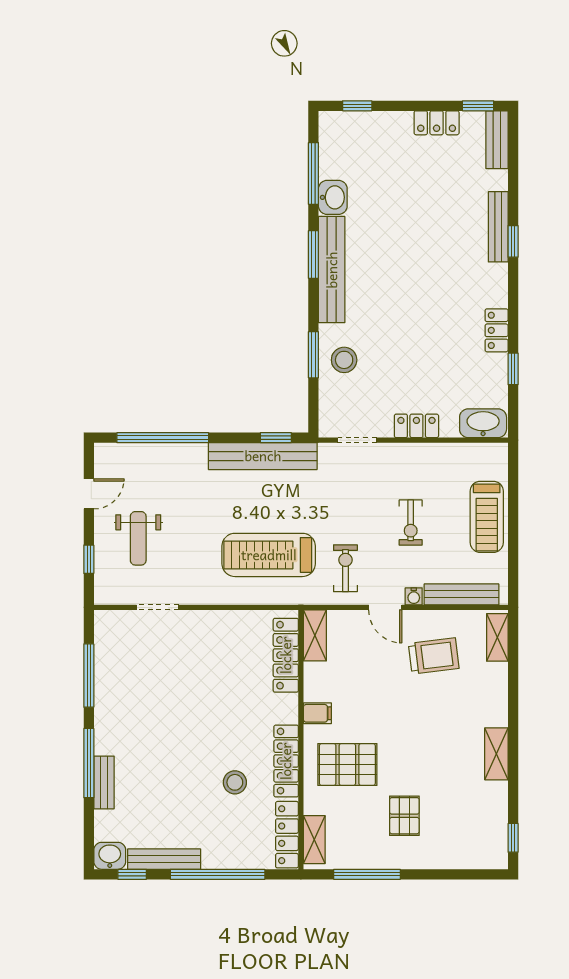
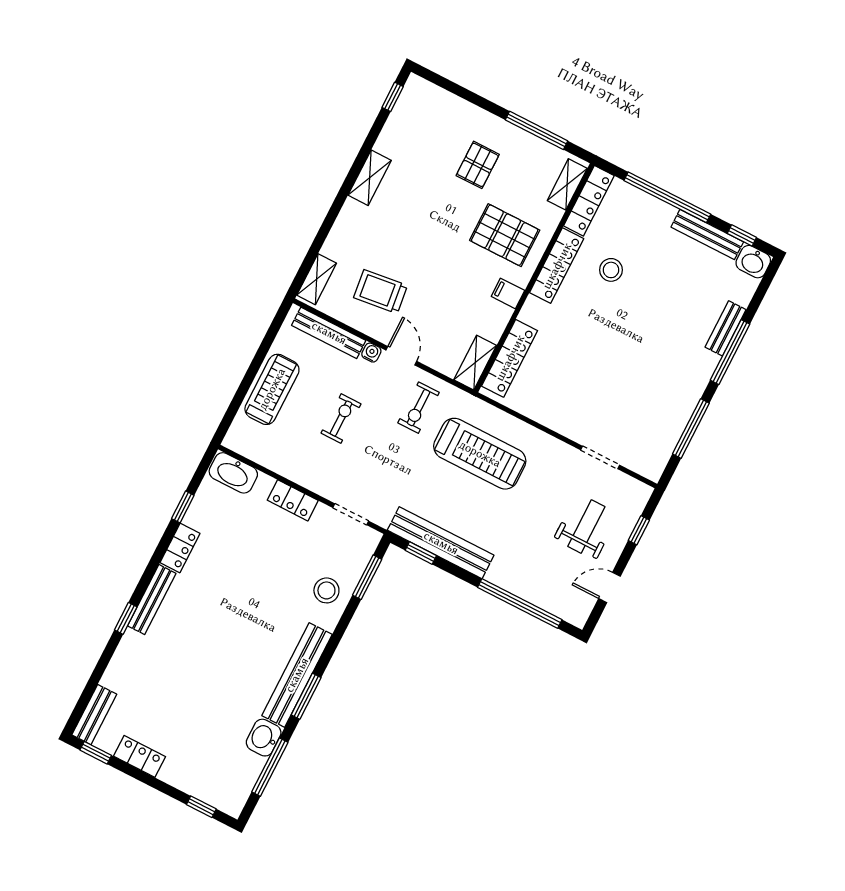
bench: (498, 227) -> (152, 600), moved
window: (313, 355) -> (367, 577), moved

